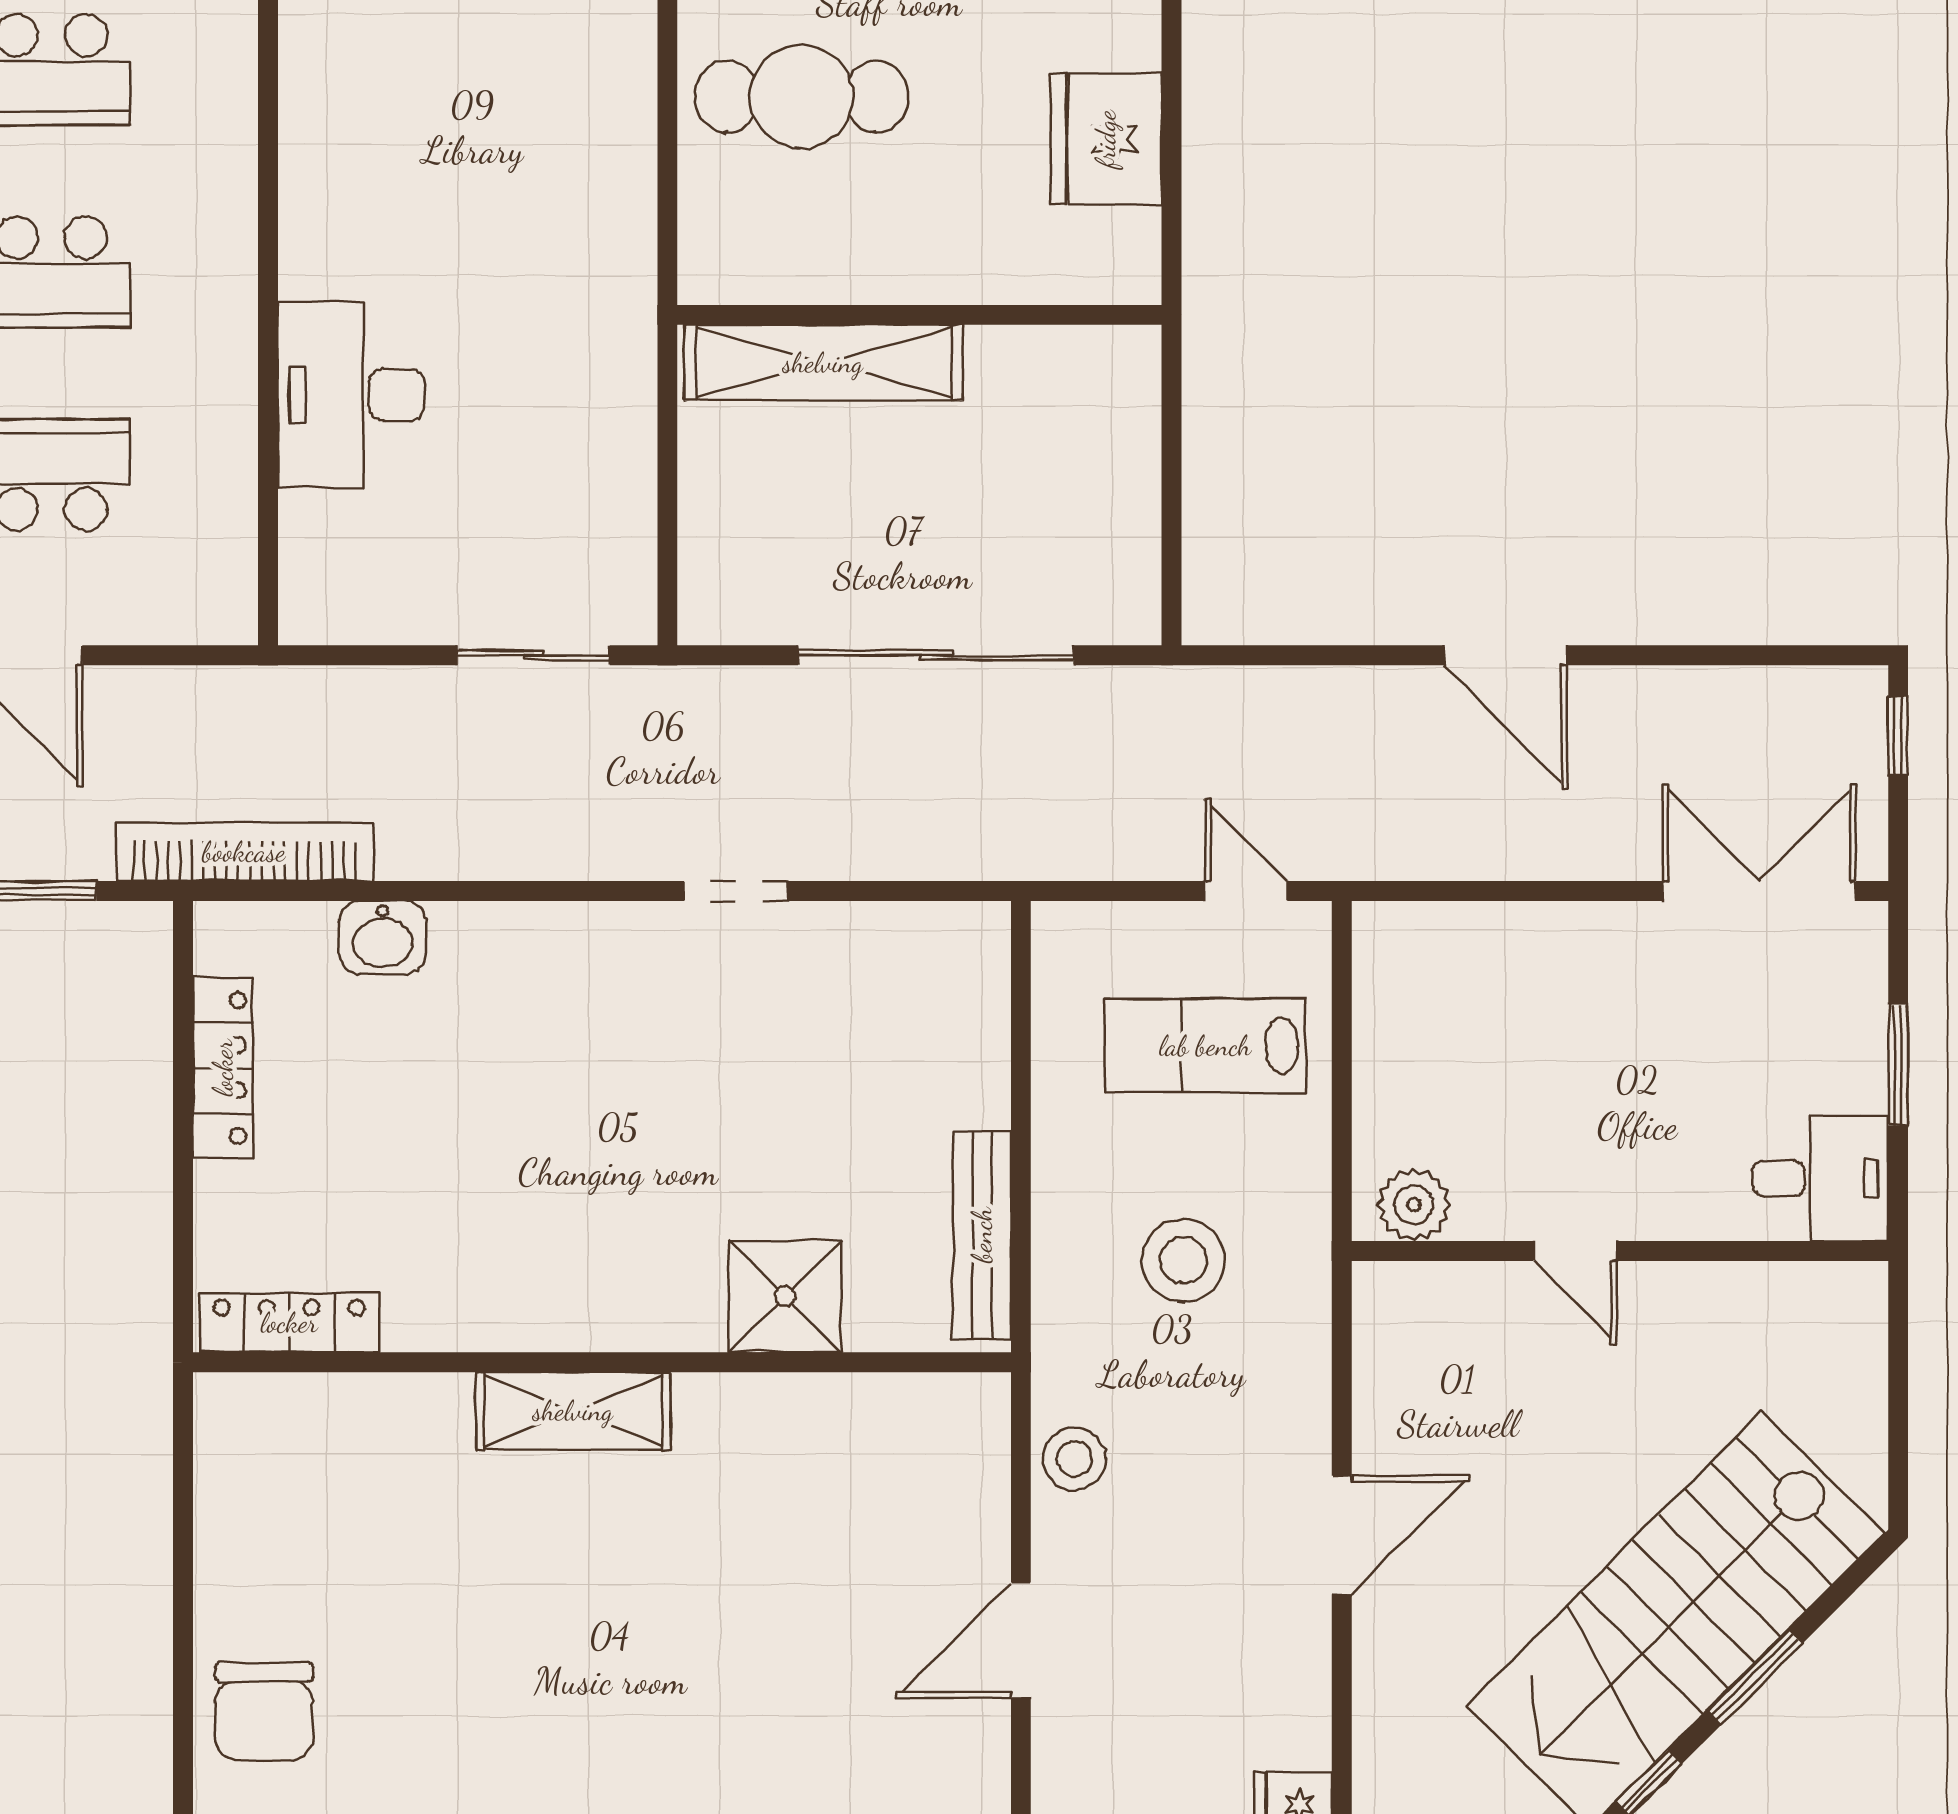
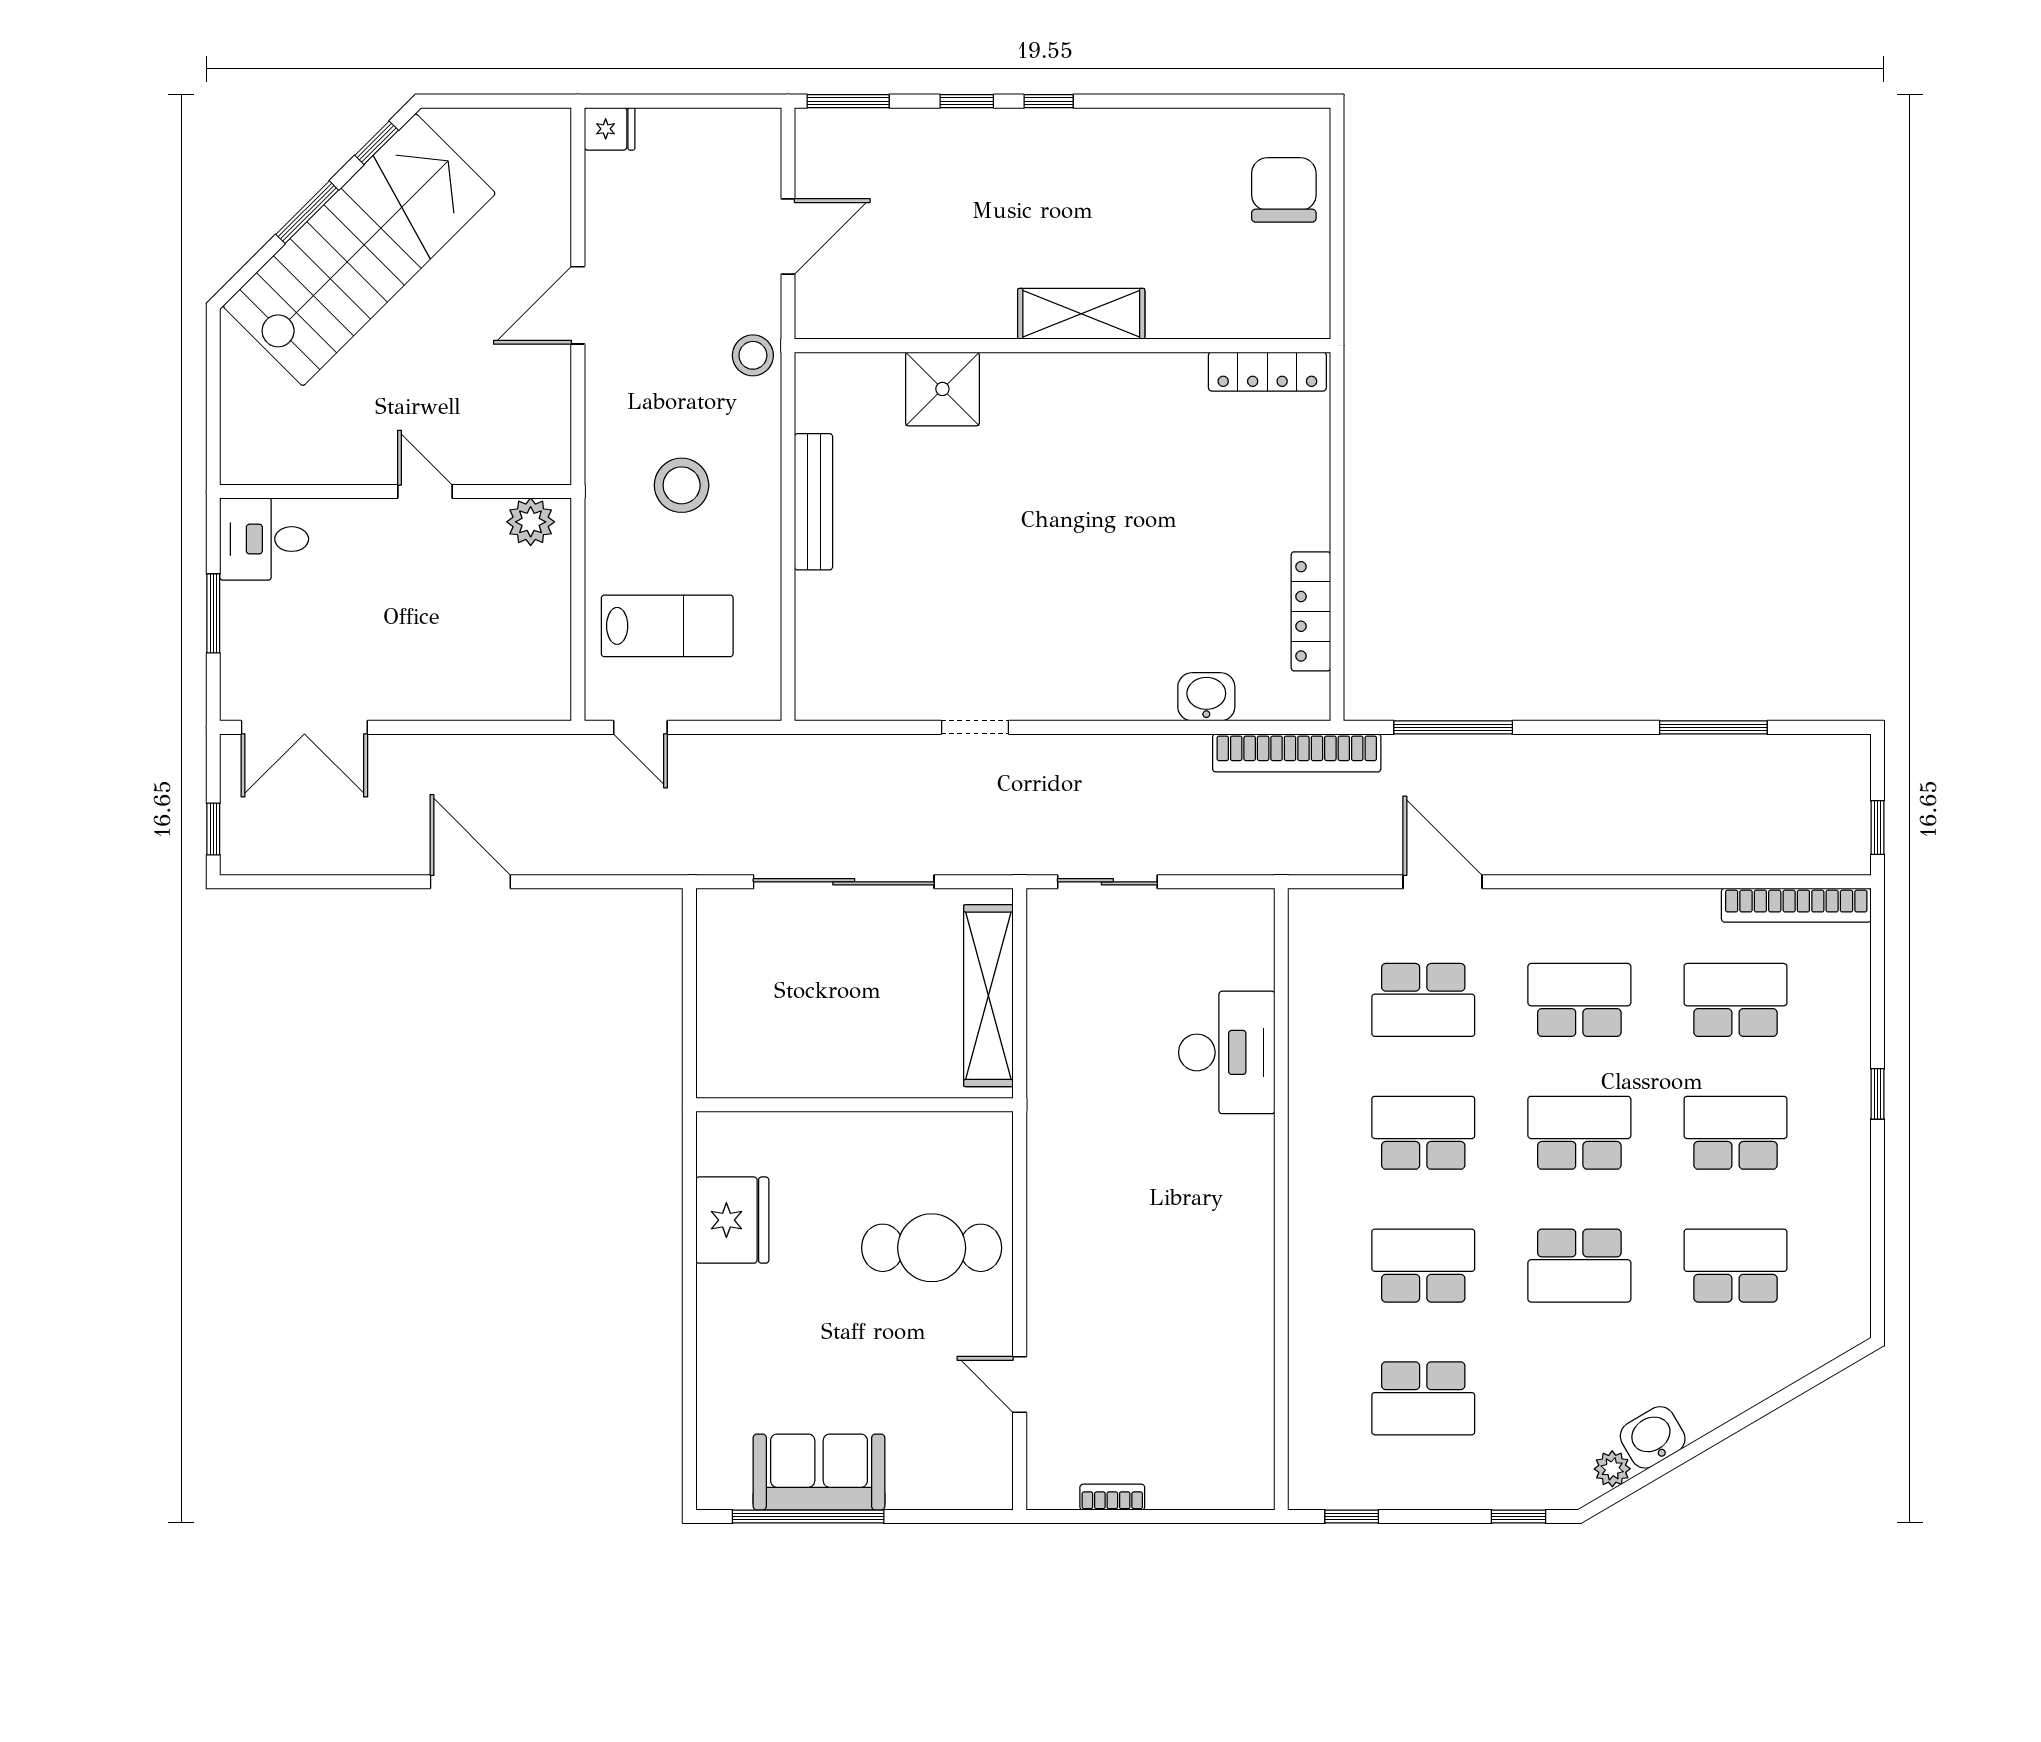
shelving: (823, 363) -> (988, 996), moved, turned 90
shower: (785, 1296) -> (942, 389), moved
locker: (289, 1323) -> (1267, 372), moved
wall: (602, 1362) -> (1063, 346), moved
shelving: (573, 1411) -> (1081, 314), moved

